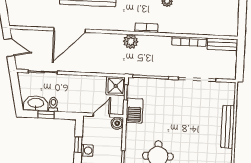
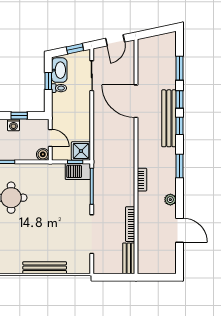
plant: (131, 42) -> (127, 164), removed
window: (16, 87) -> (75, 49), added
barbecue: (134, 111) -> (78, 171), moved

